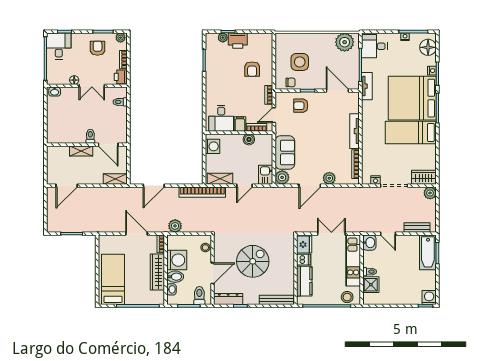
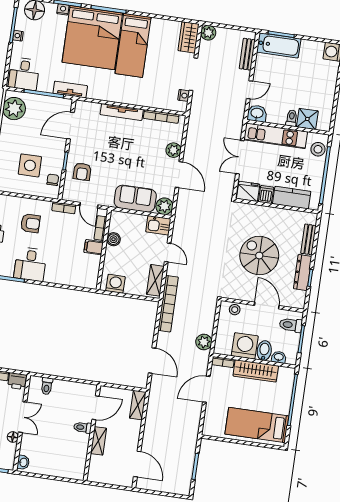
desk: (221, 118) -> (30, 264), moved, turned 90
dresser: (228, 299) -> (303, 272), moved
bench: (276, 300) -> (308, 239), width x0.73

